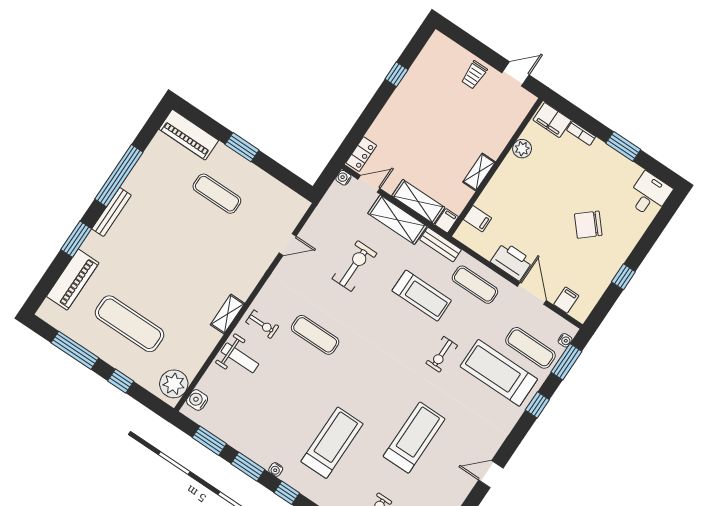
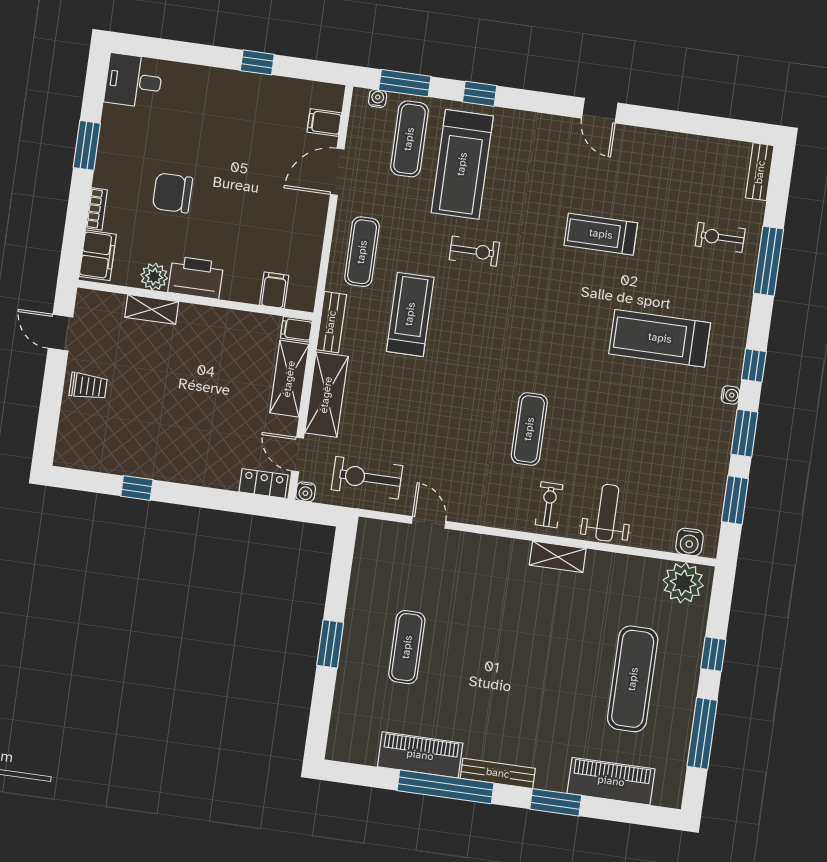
piano: (189, 135) -> (420, 755), moved, turned -90
shelving: (479, 172) -> (152, 309), moved
chair: (588, 225) -> (173, 193), moved, turned 131
printer: (512, 261) -> (196, 277), moved, turned 90
exercise bike: (355, 266) -> (367, 478), moved
treadmill: (414, 438) -> (601, 234), width x0.73, depth x0.73

